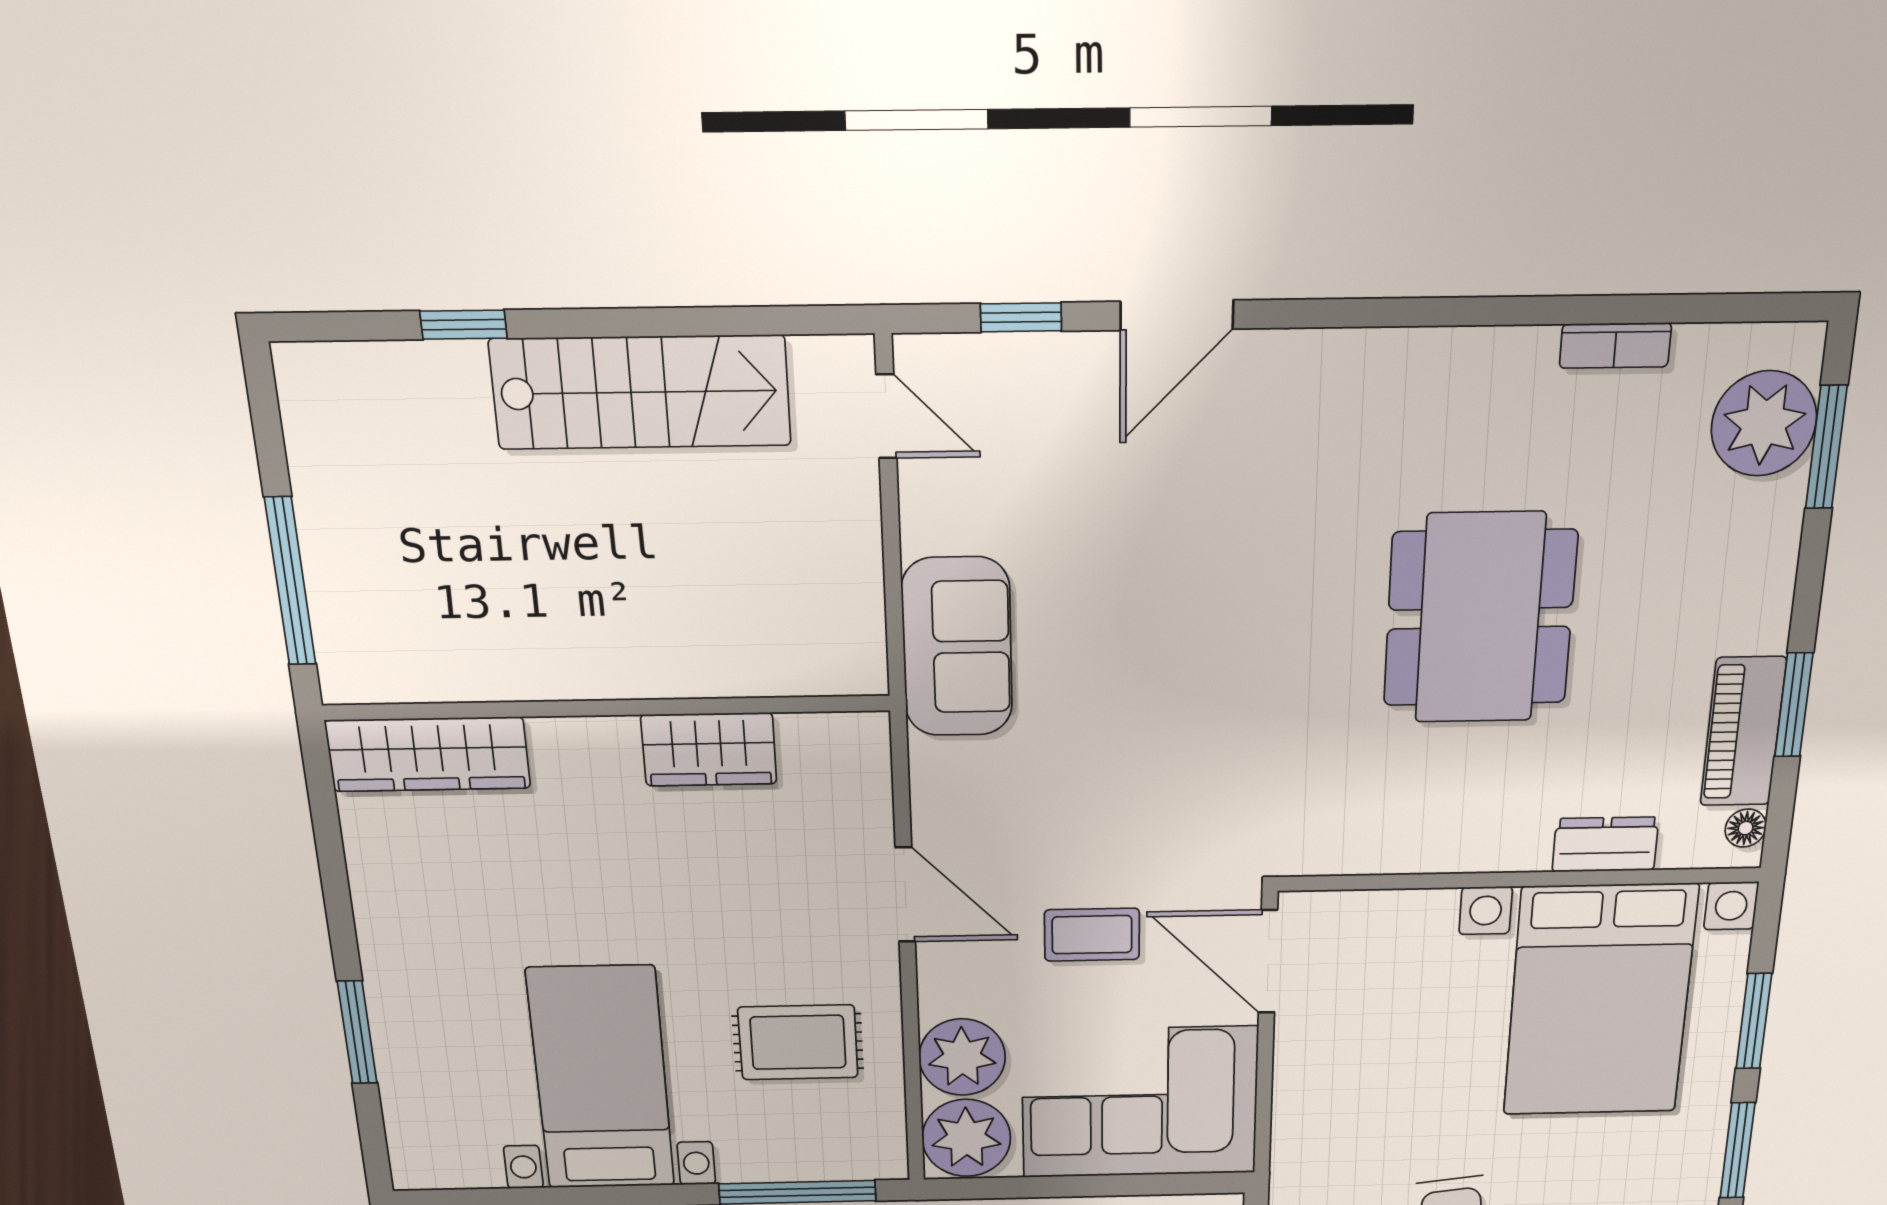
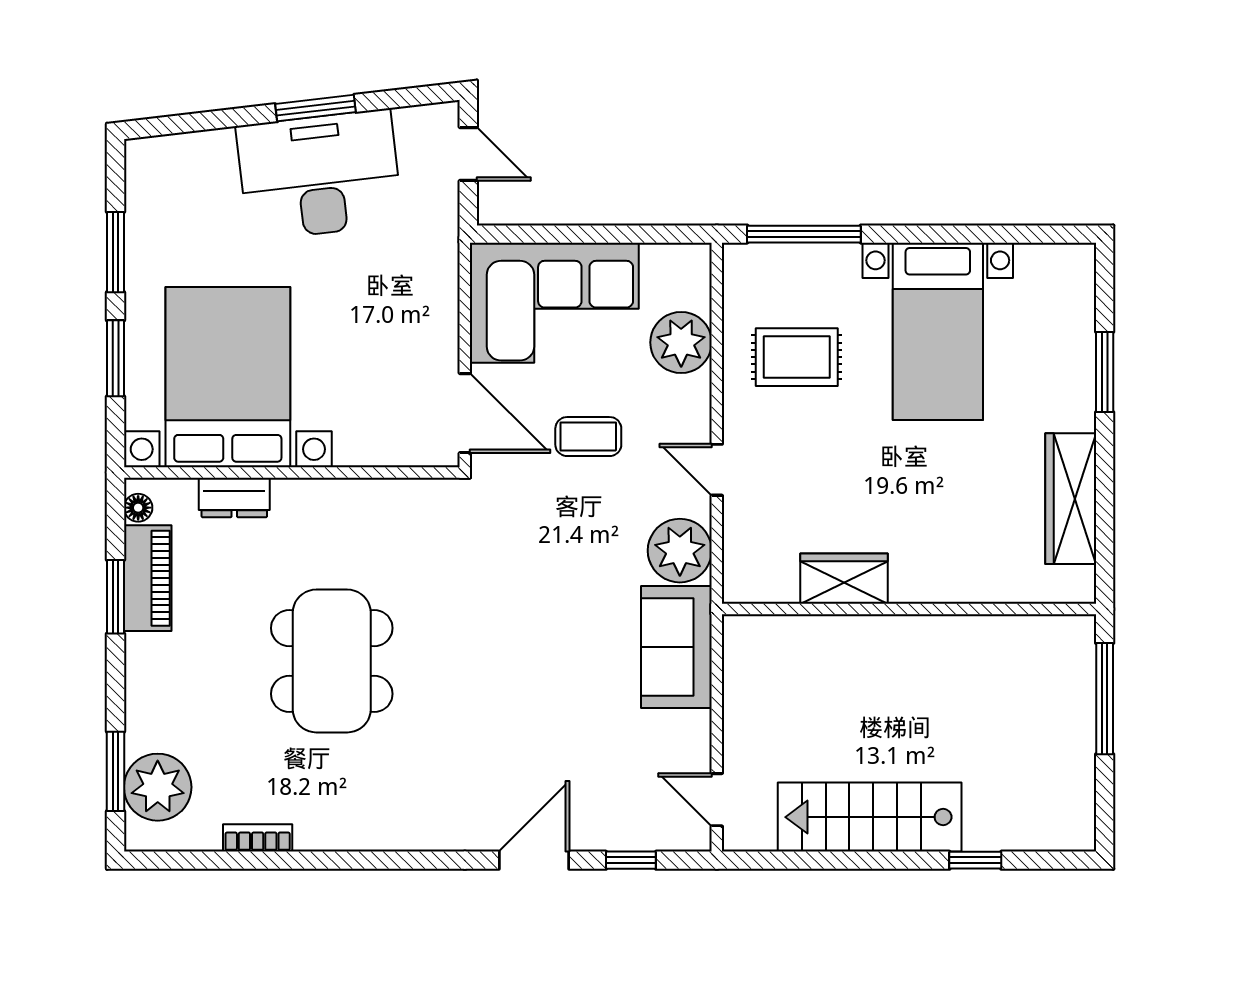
wardrobe: (428, 754) -> (1071, 499), moved, turned -90
door: (905, 895) -> (717, 470), width x0.73
plant: (966, 1138) -> (680, 551), moved

